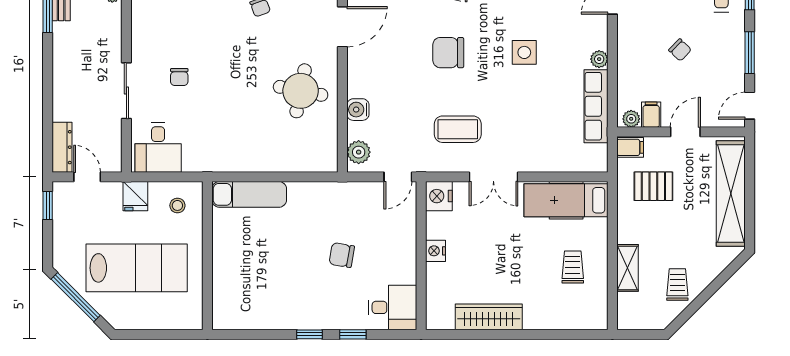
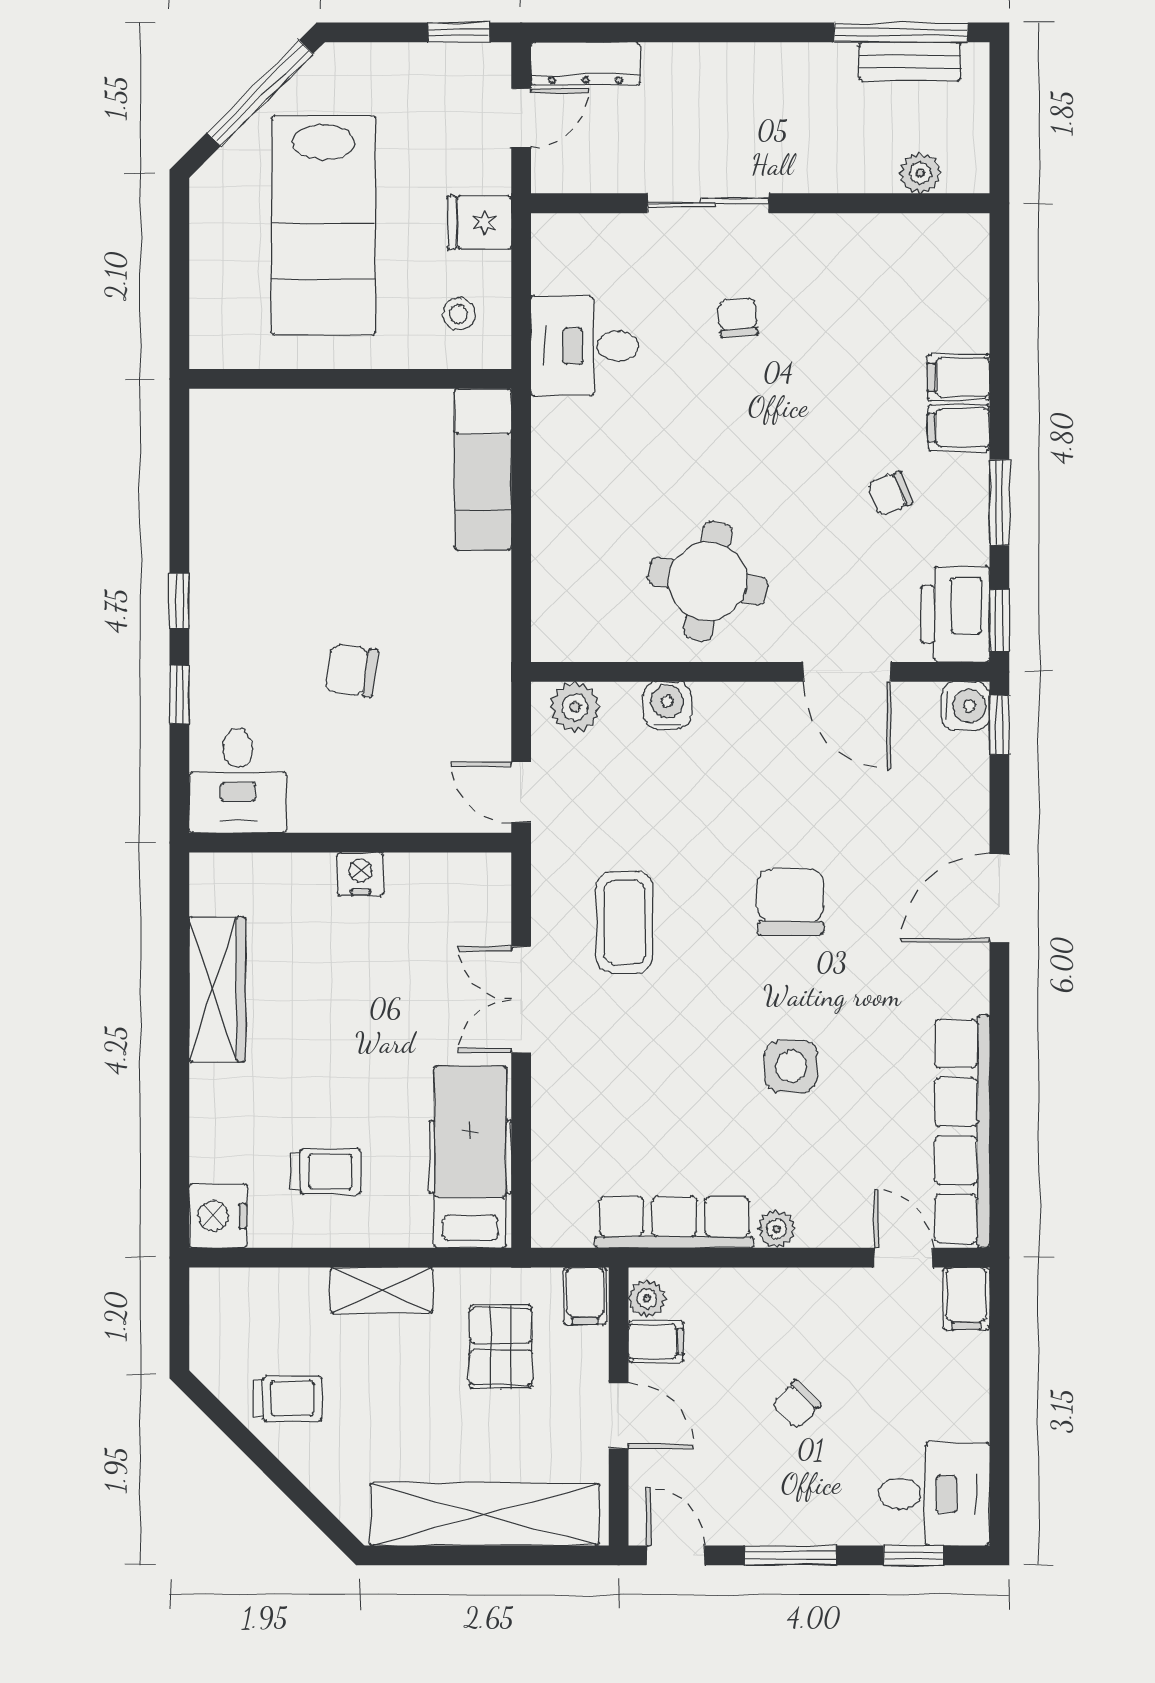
chair: (179, 77) -> (738, 318), turned 85
desk: (158, 148) -> (585, 346), moved
nightstand: (439, 196) -> (218, 1216), moved, turned -90
chair: (342, 255) -> (351, 670), turned -92
shelving: (627, 268) -> (381, 1290), moved

